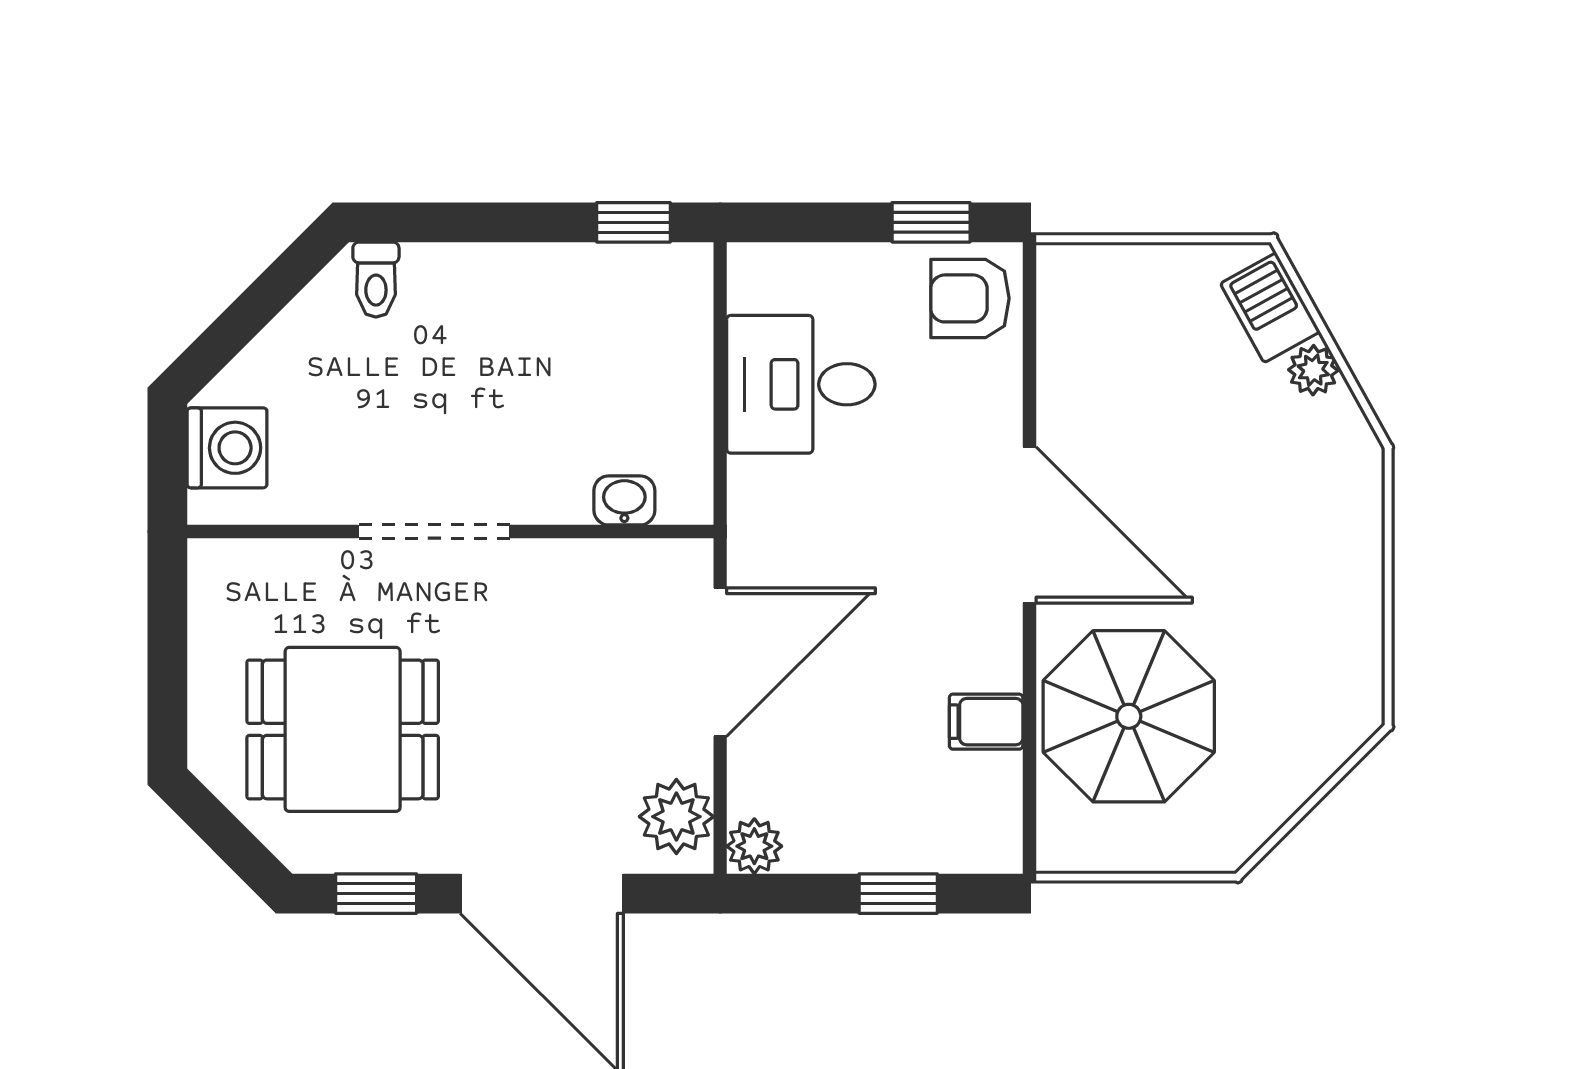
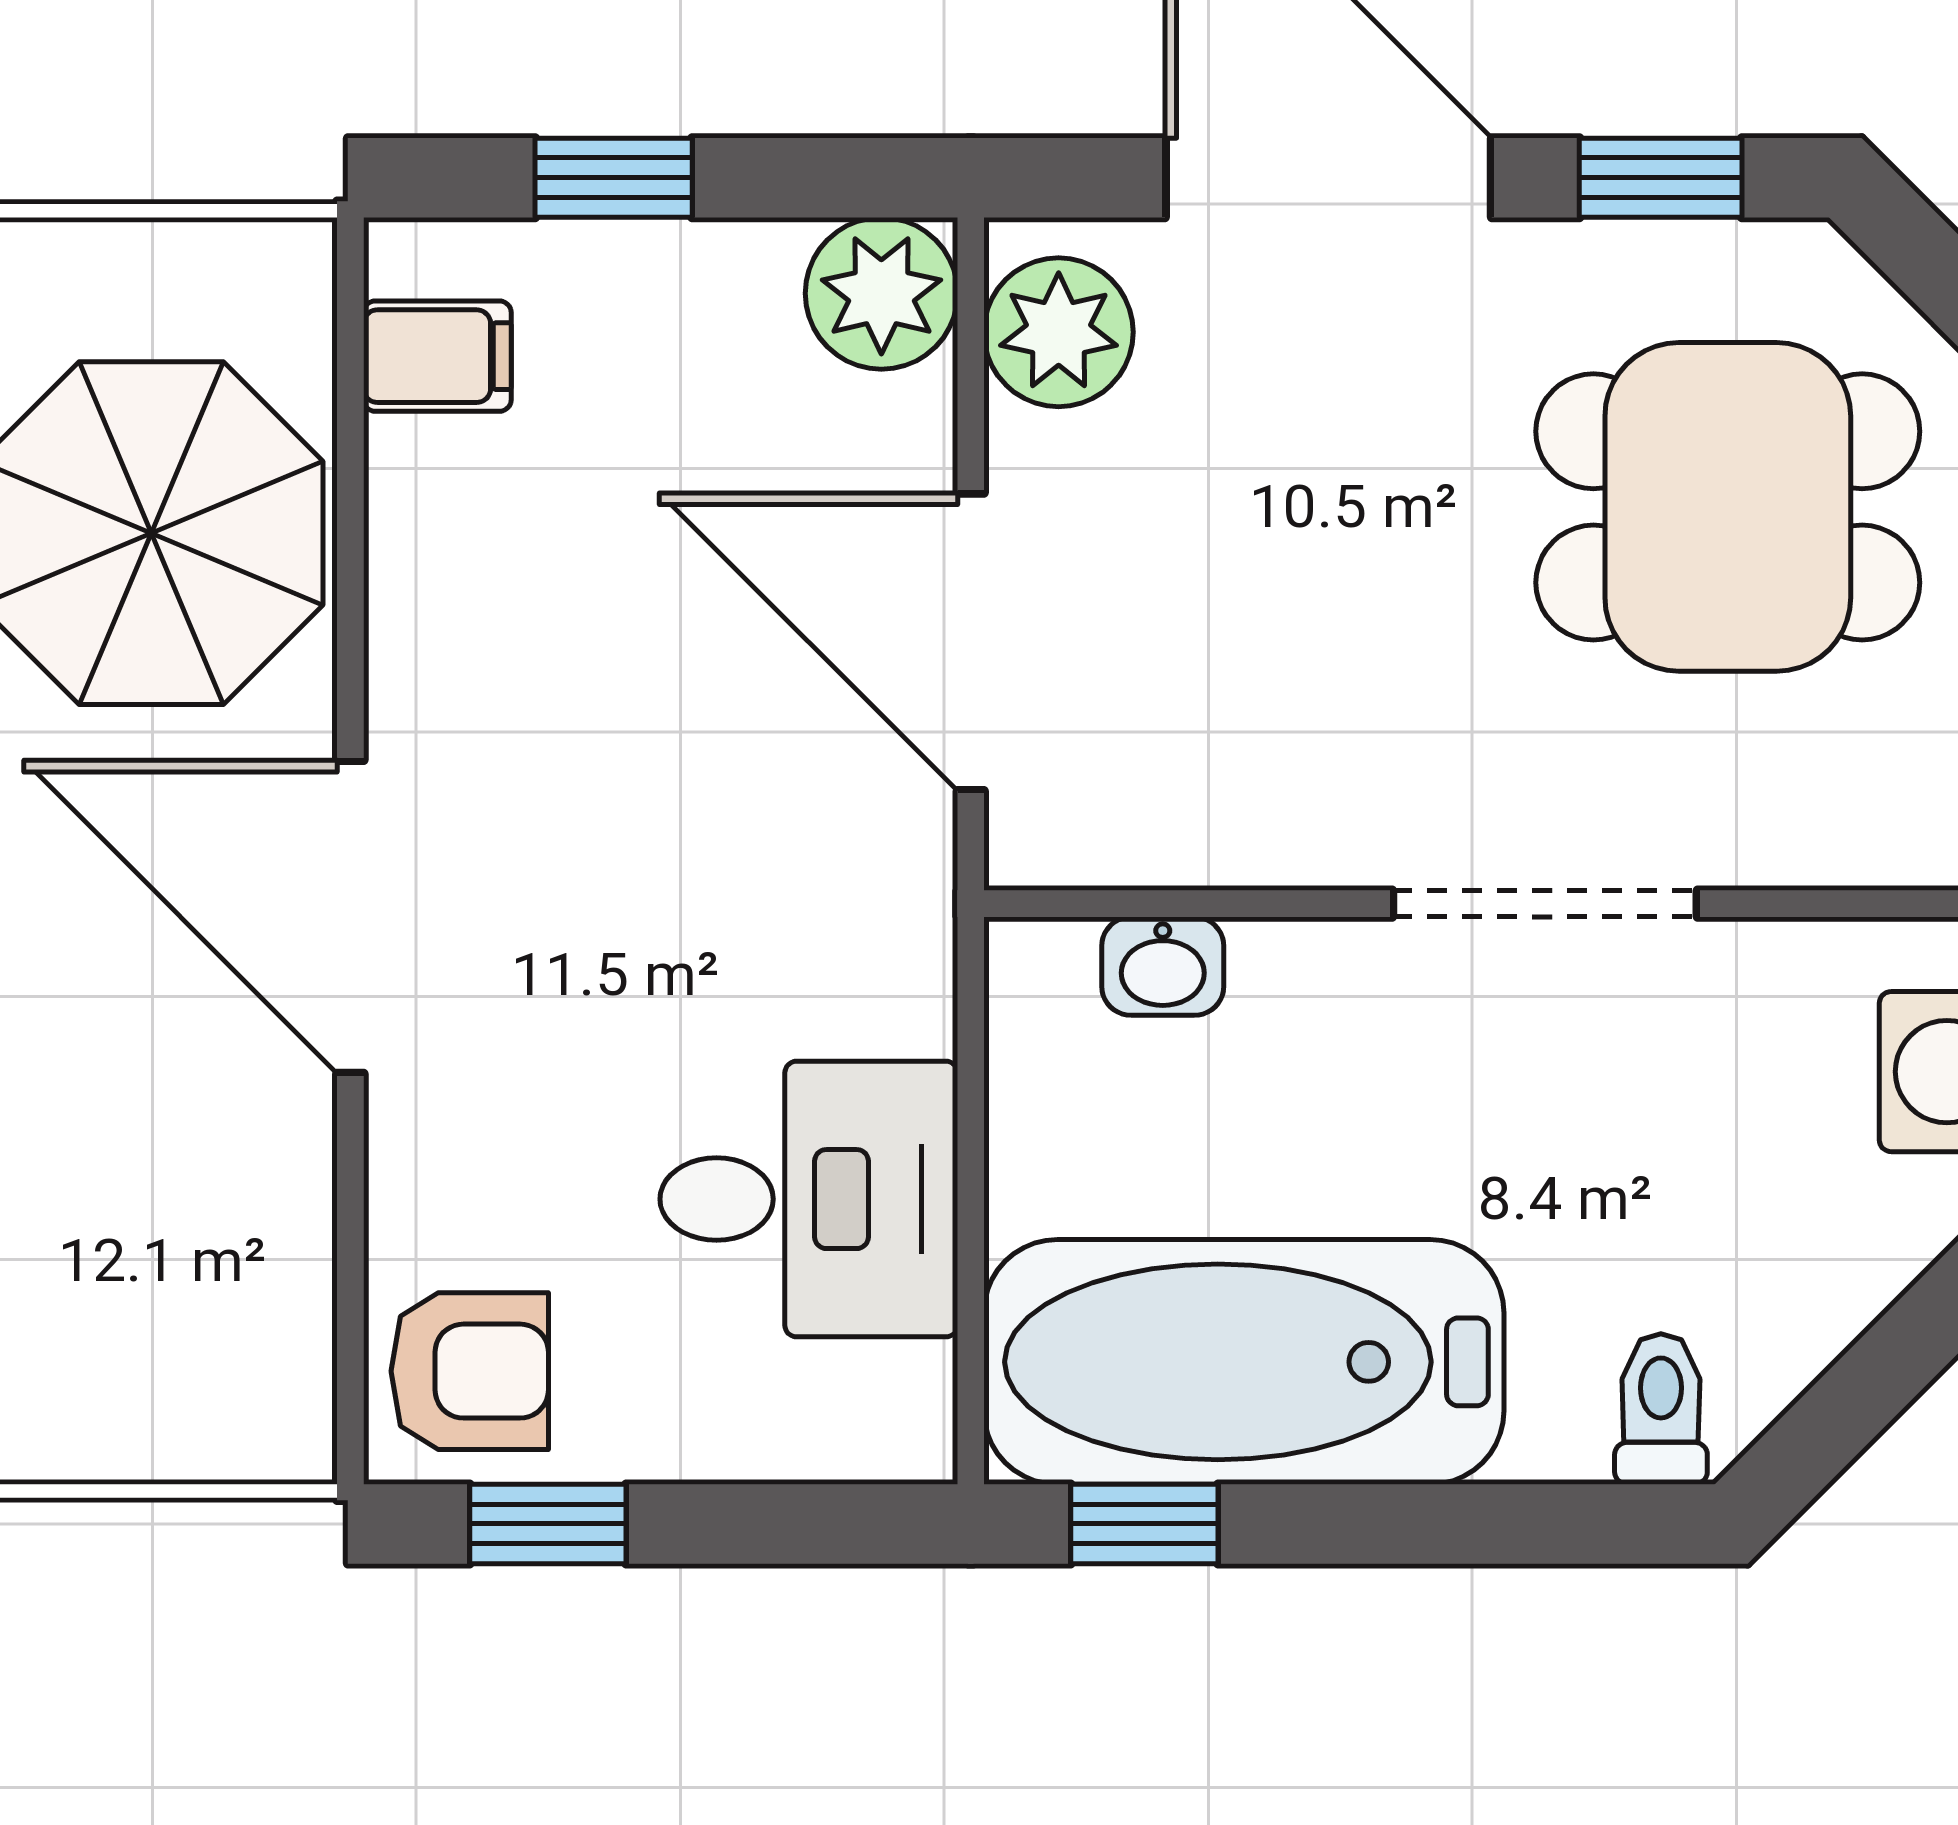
bathtub: (584, 303) -> (1244, 1362), added
door: (720, 662) -> (971, 642), hinge flipped
filing cabinet: (986, 722) -> (437, 356), moved
plant: (754, 846) -> (881, 293), width x1.38, depth x1.38

